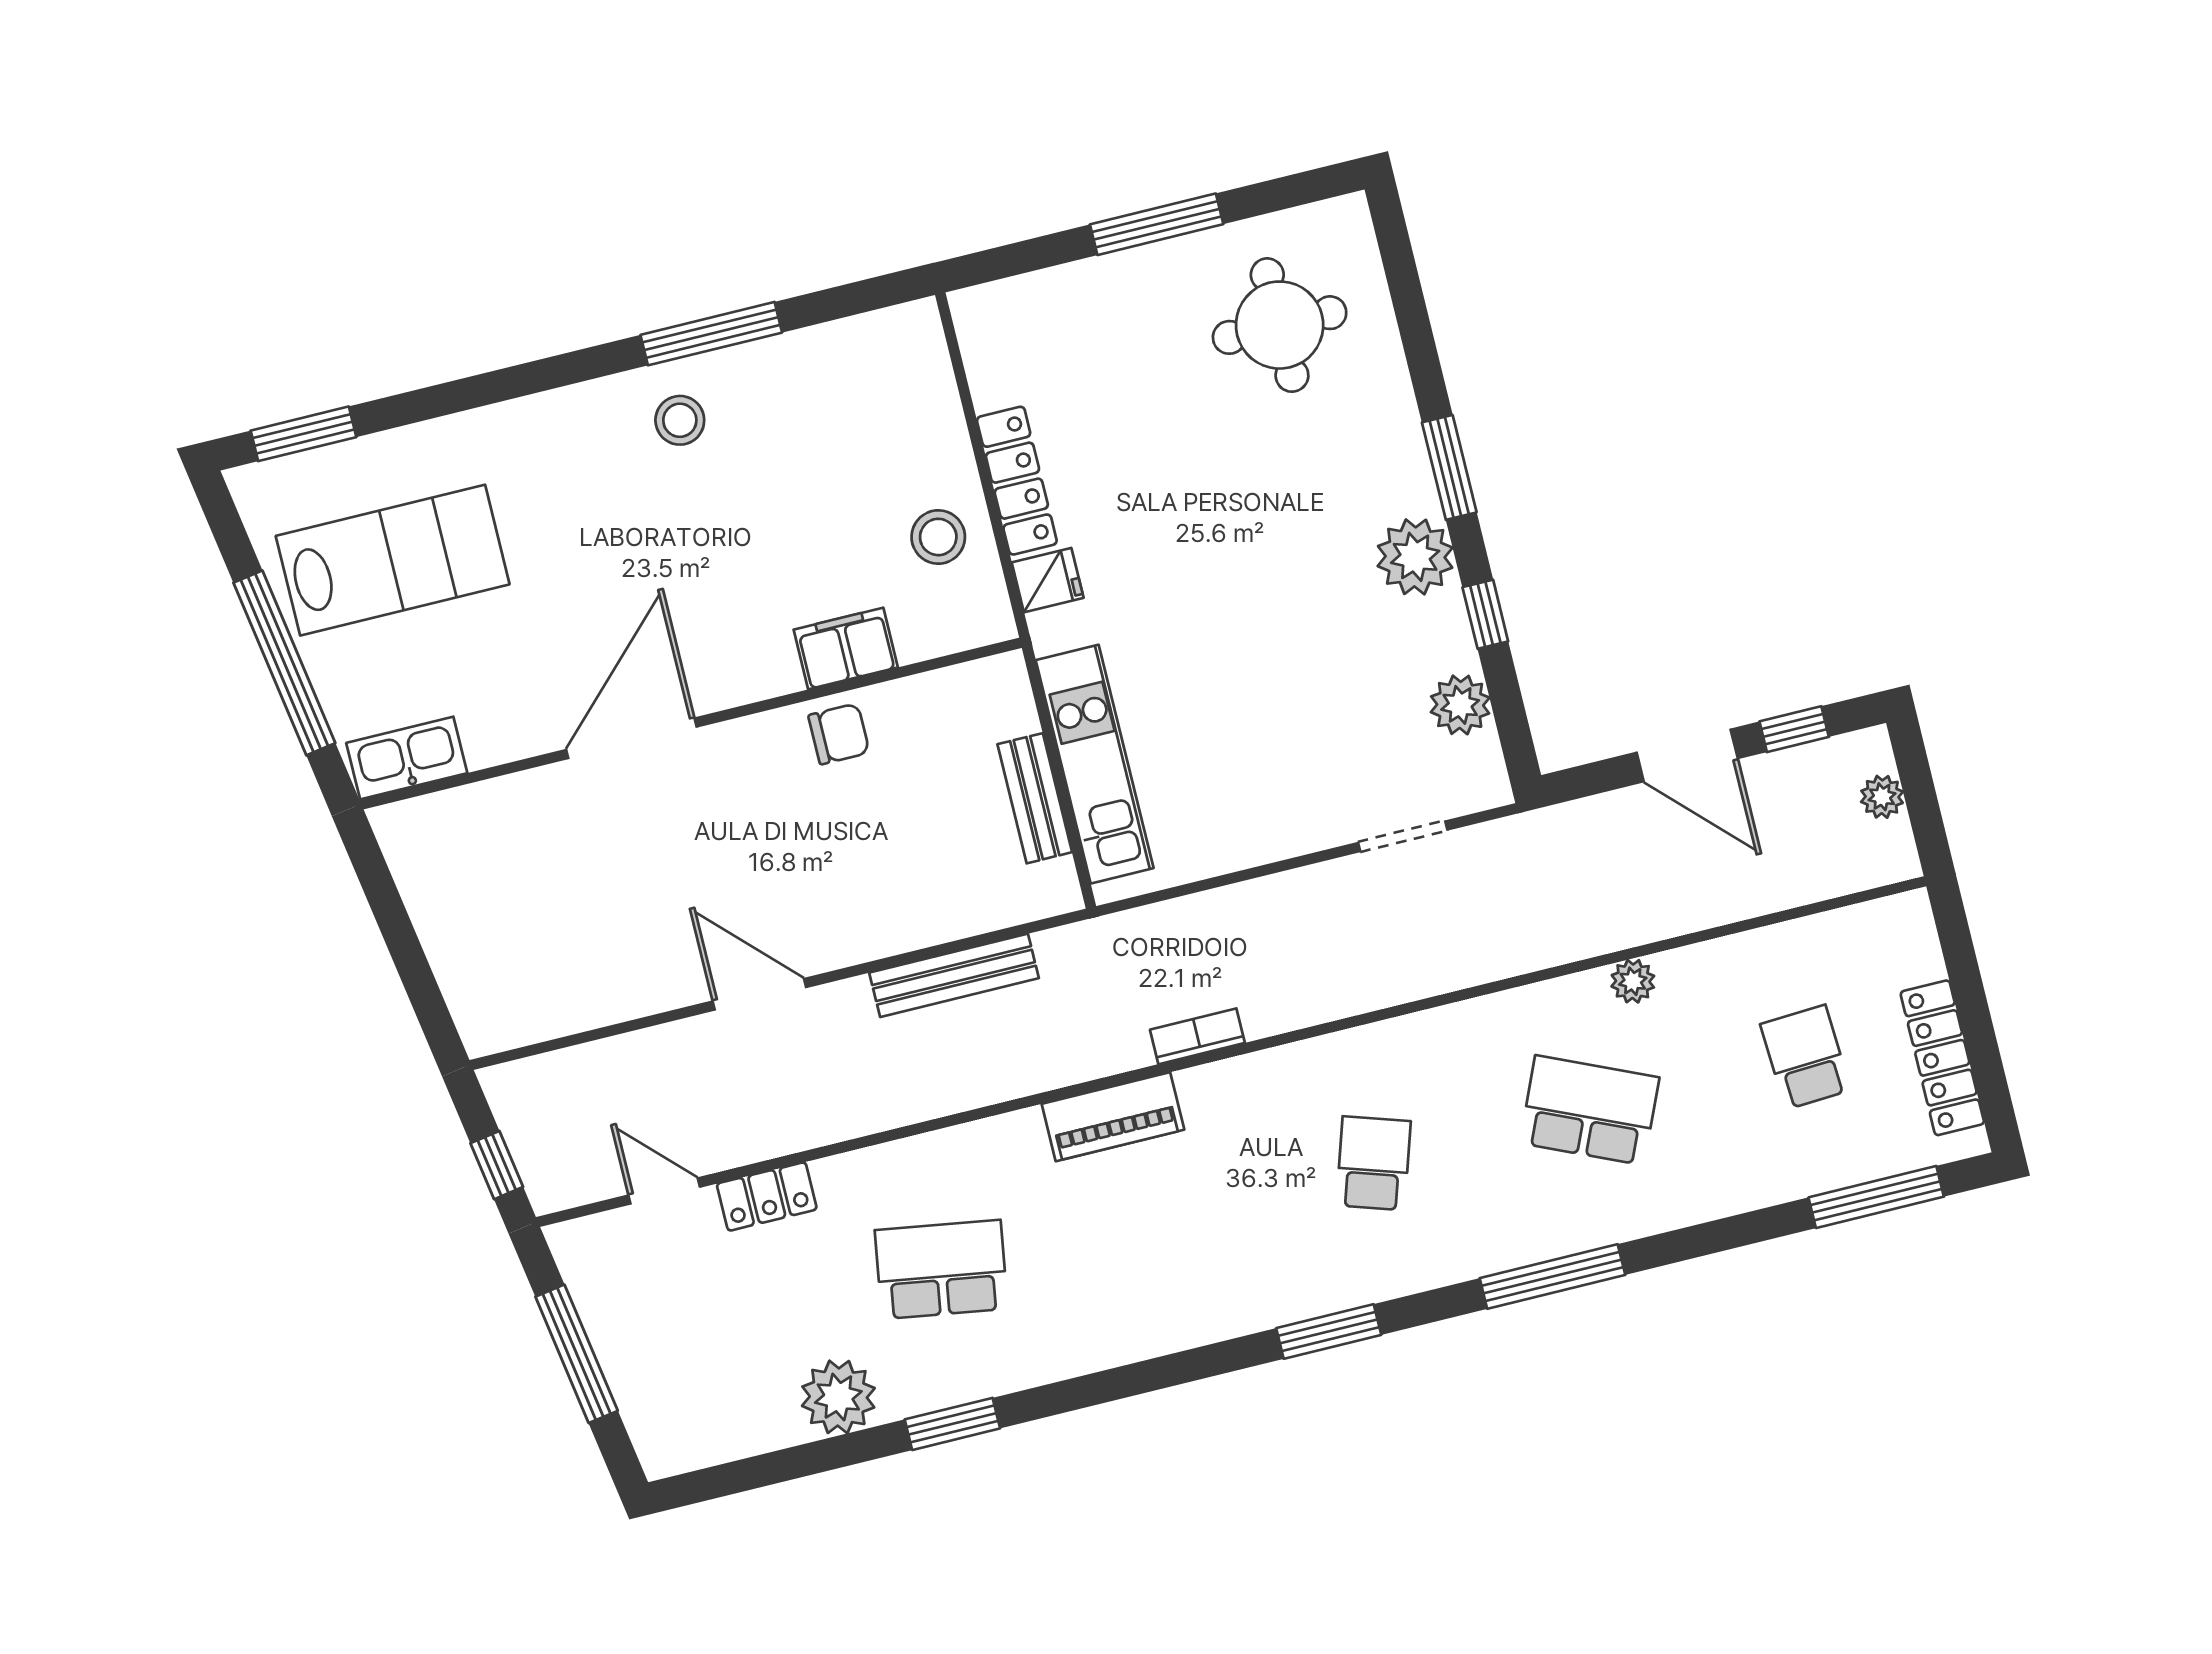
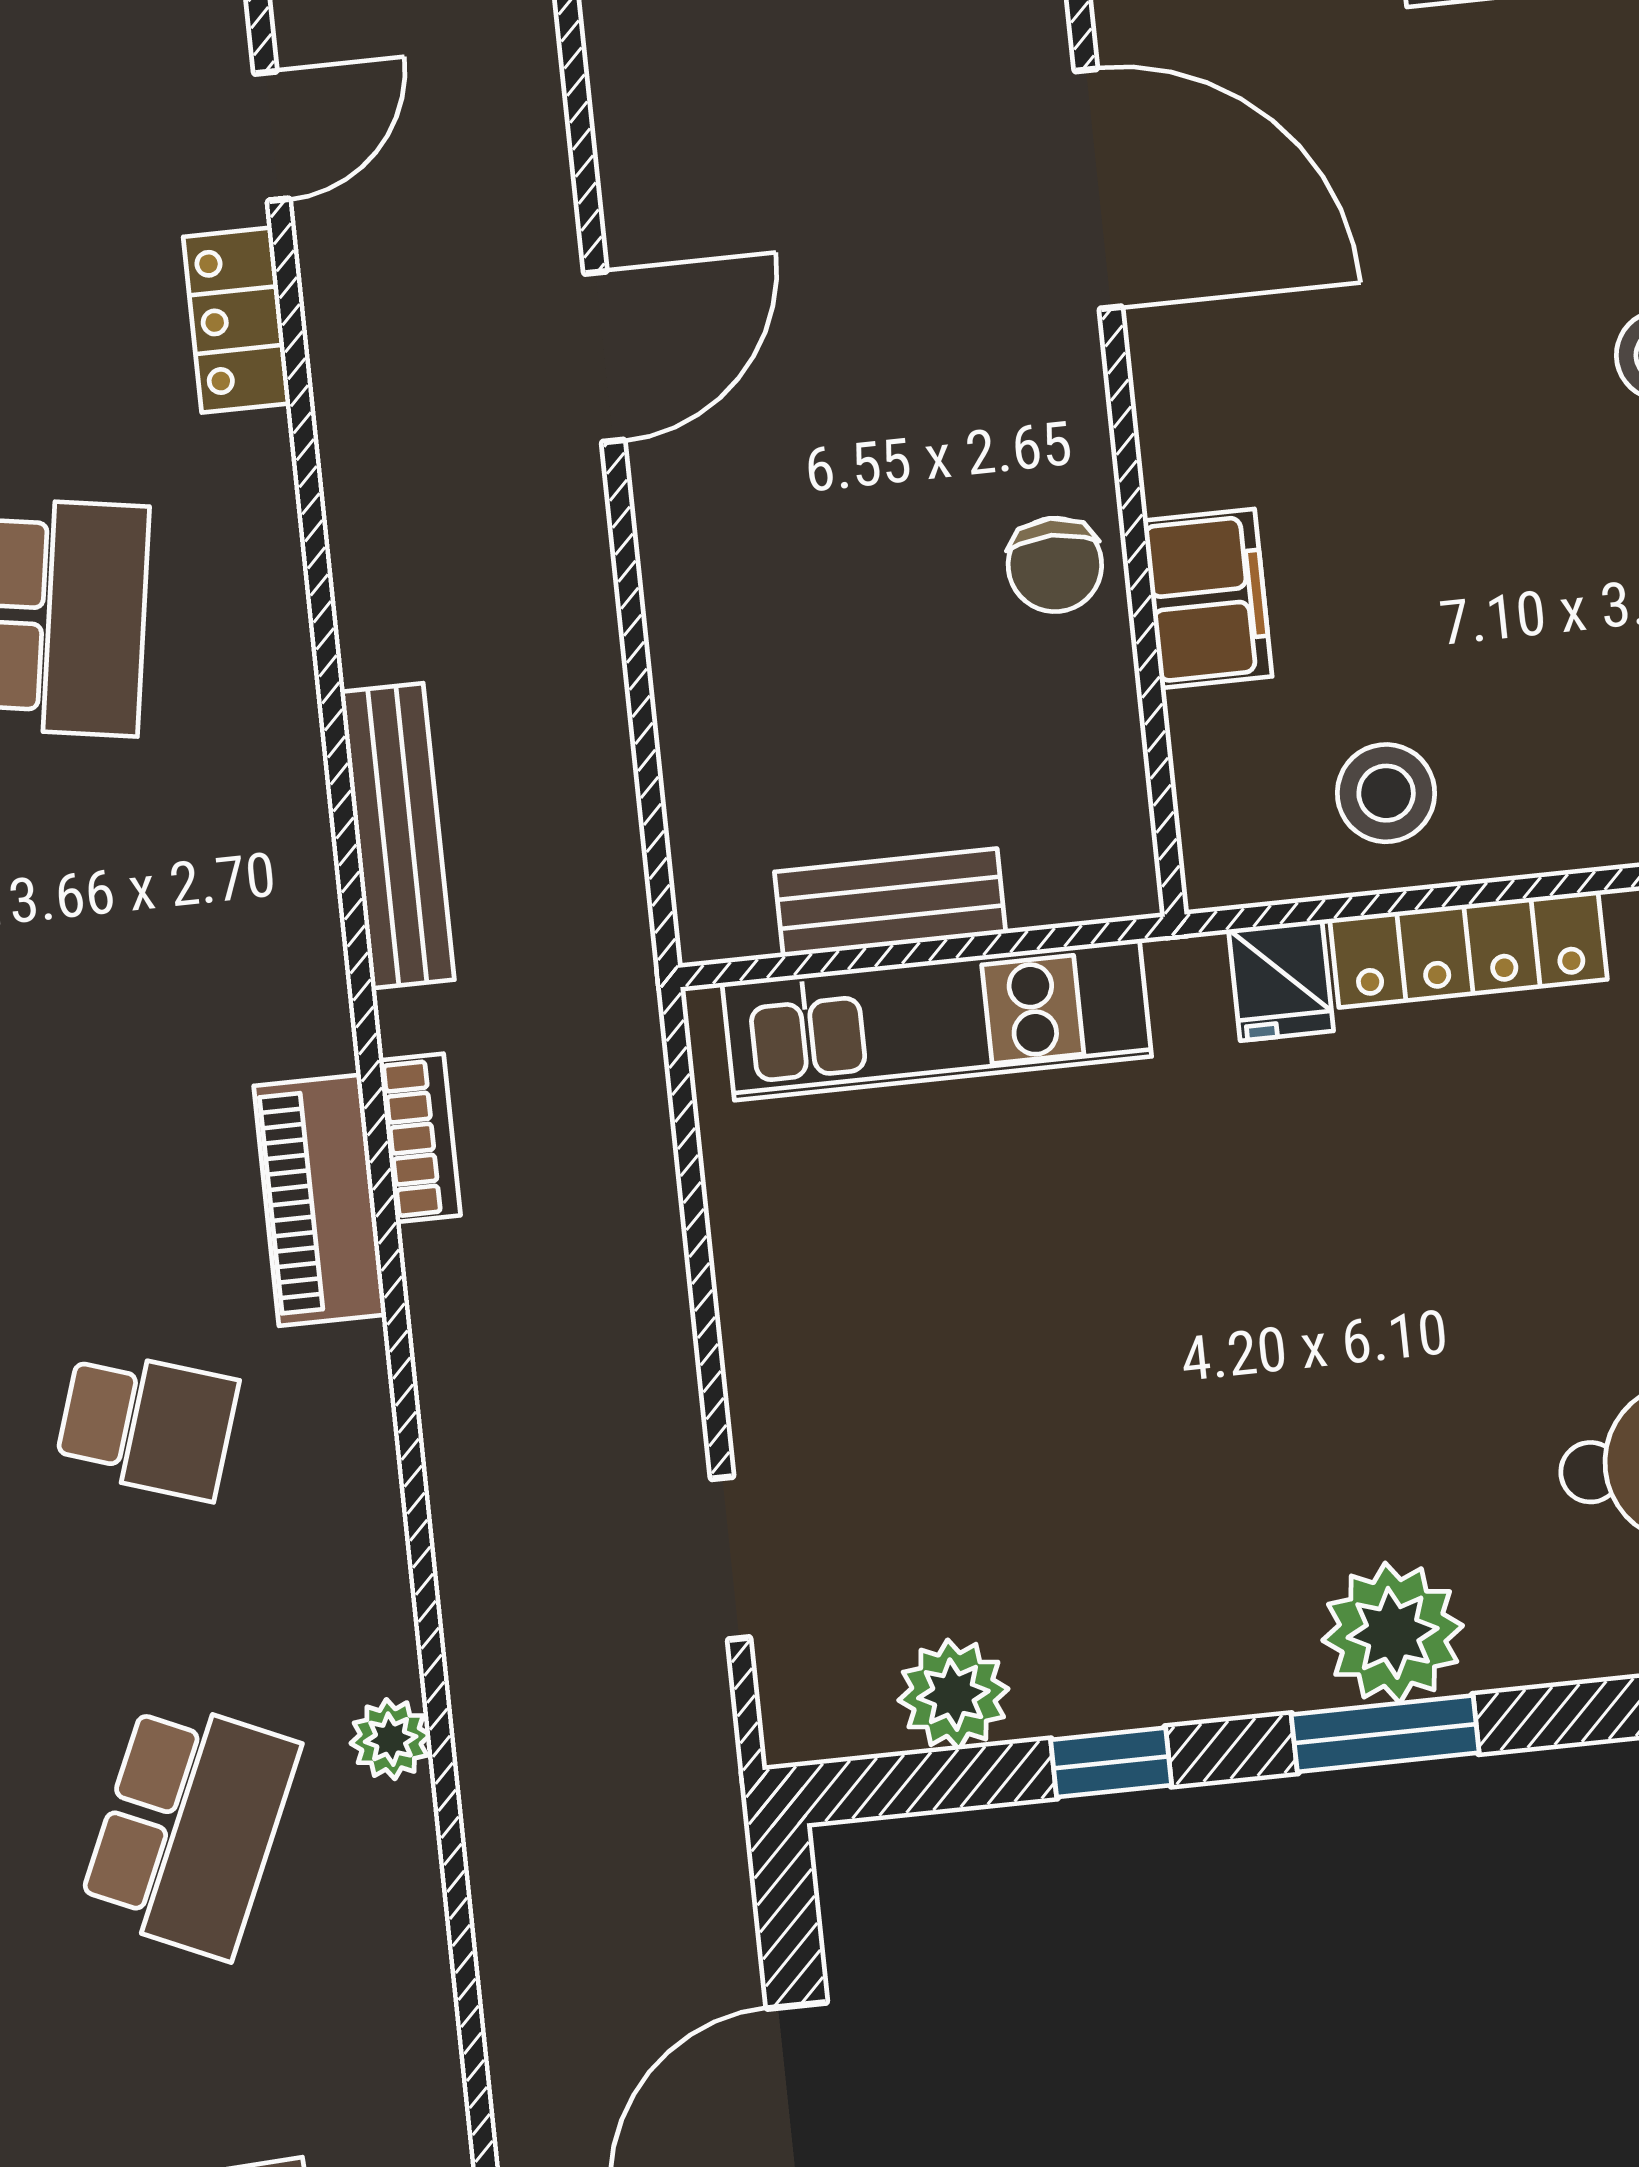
plant: (1415, 557) -> (1393, 1633), moved
bench: (954, 975) -> (397, 836), moved
plant: (1633, 981) -> (391, 1739), moved
piano: (1113, 1117) -> (320, 1200), moved

